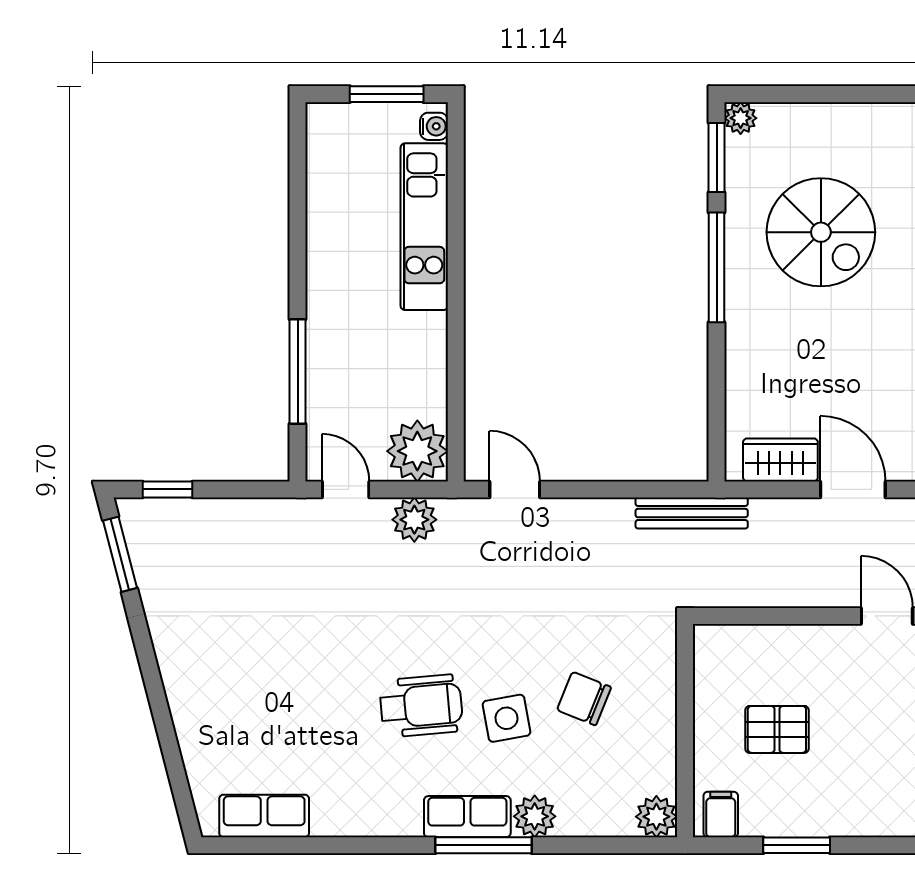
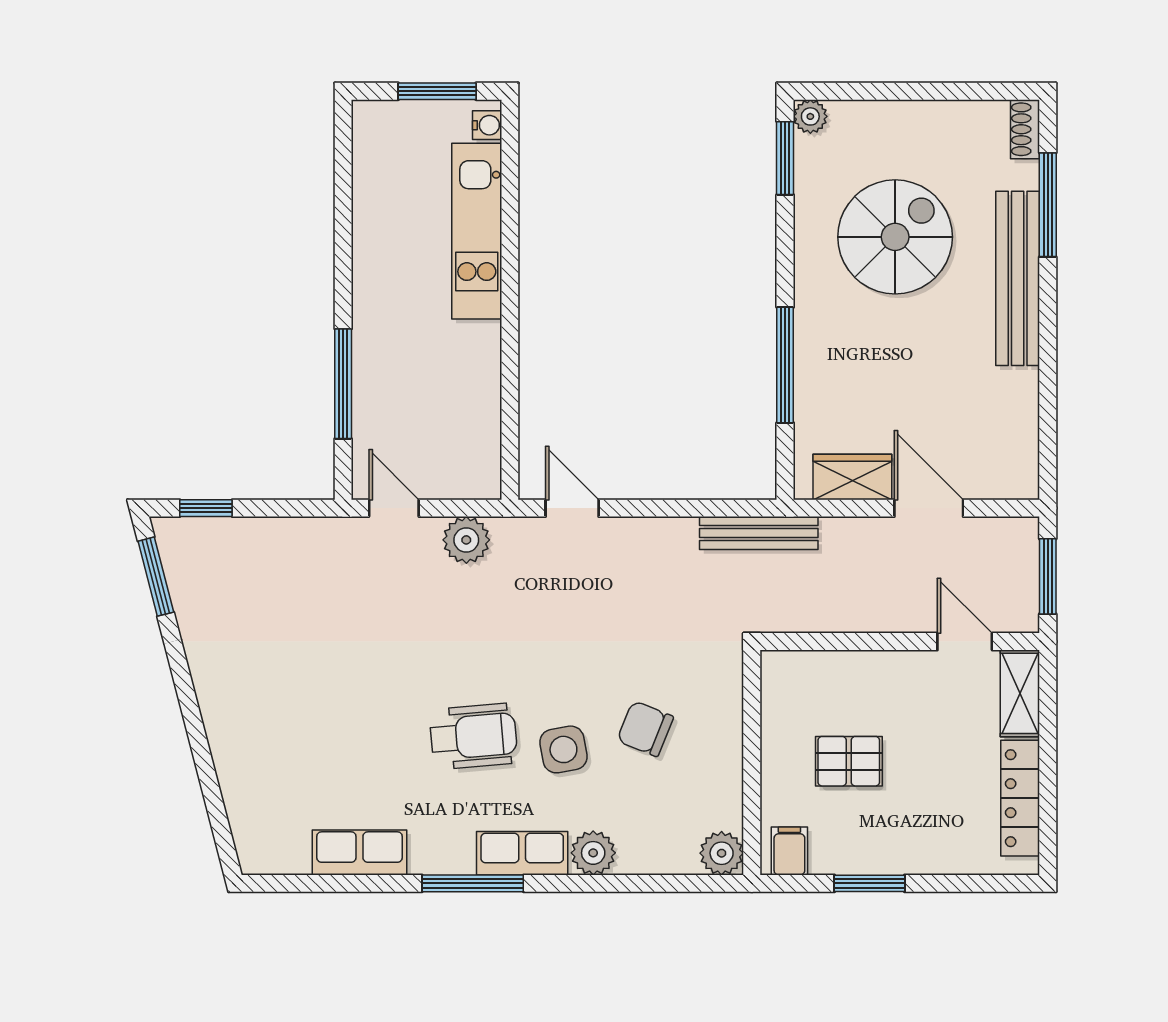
spiral stairs: (821, 232) -> (895, 237), turned -90
window: (717, 267) -> (785, 365), moved
plant: (417, 451) -> (469, 468), removed
row of seats: (264, 816) -> (359, 852), moved
window: (483, 845) -> (473, 883), moved

